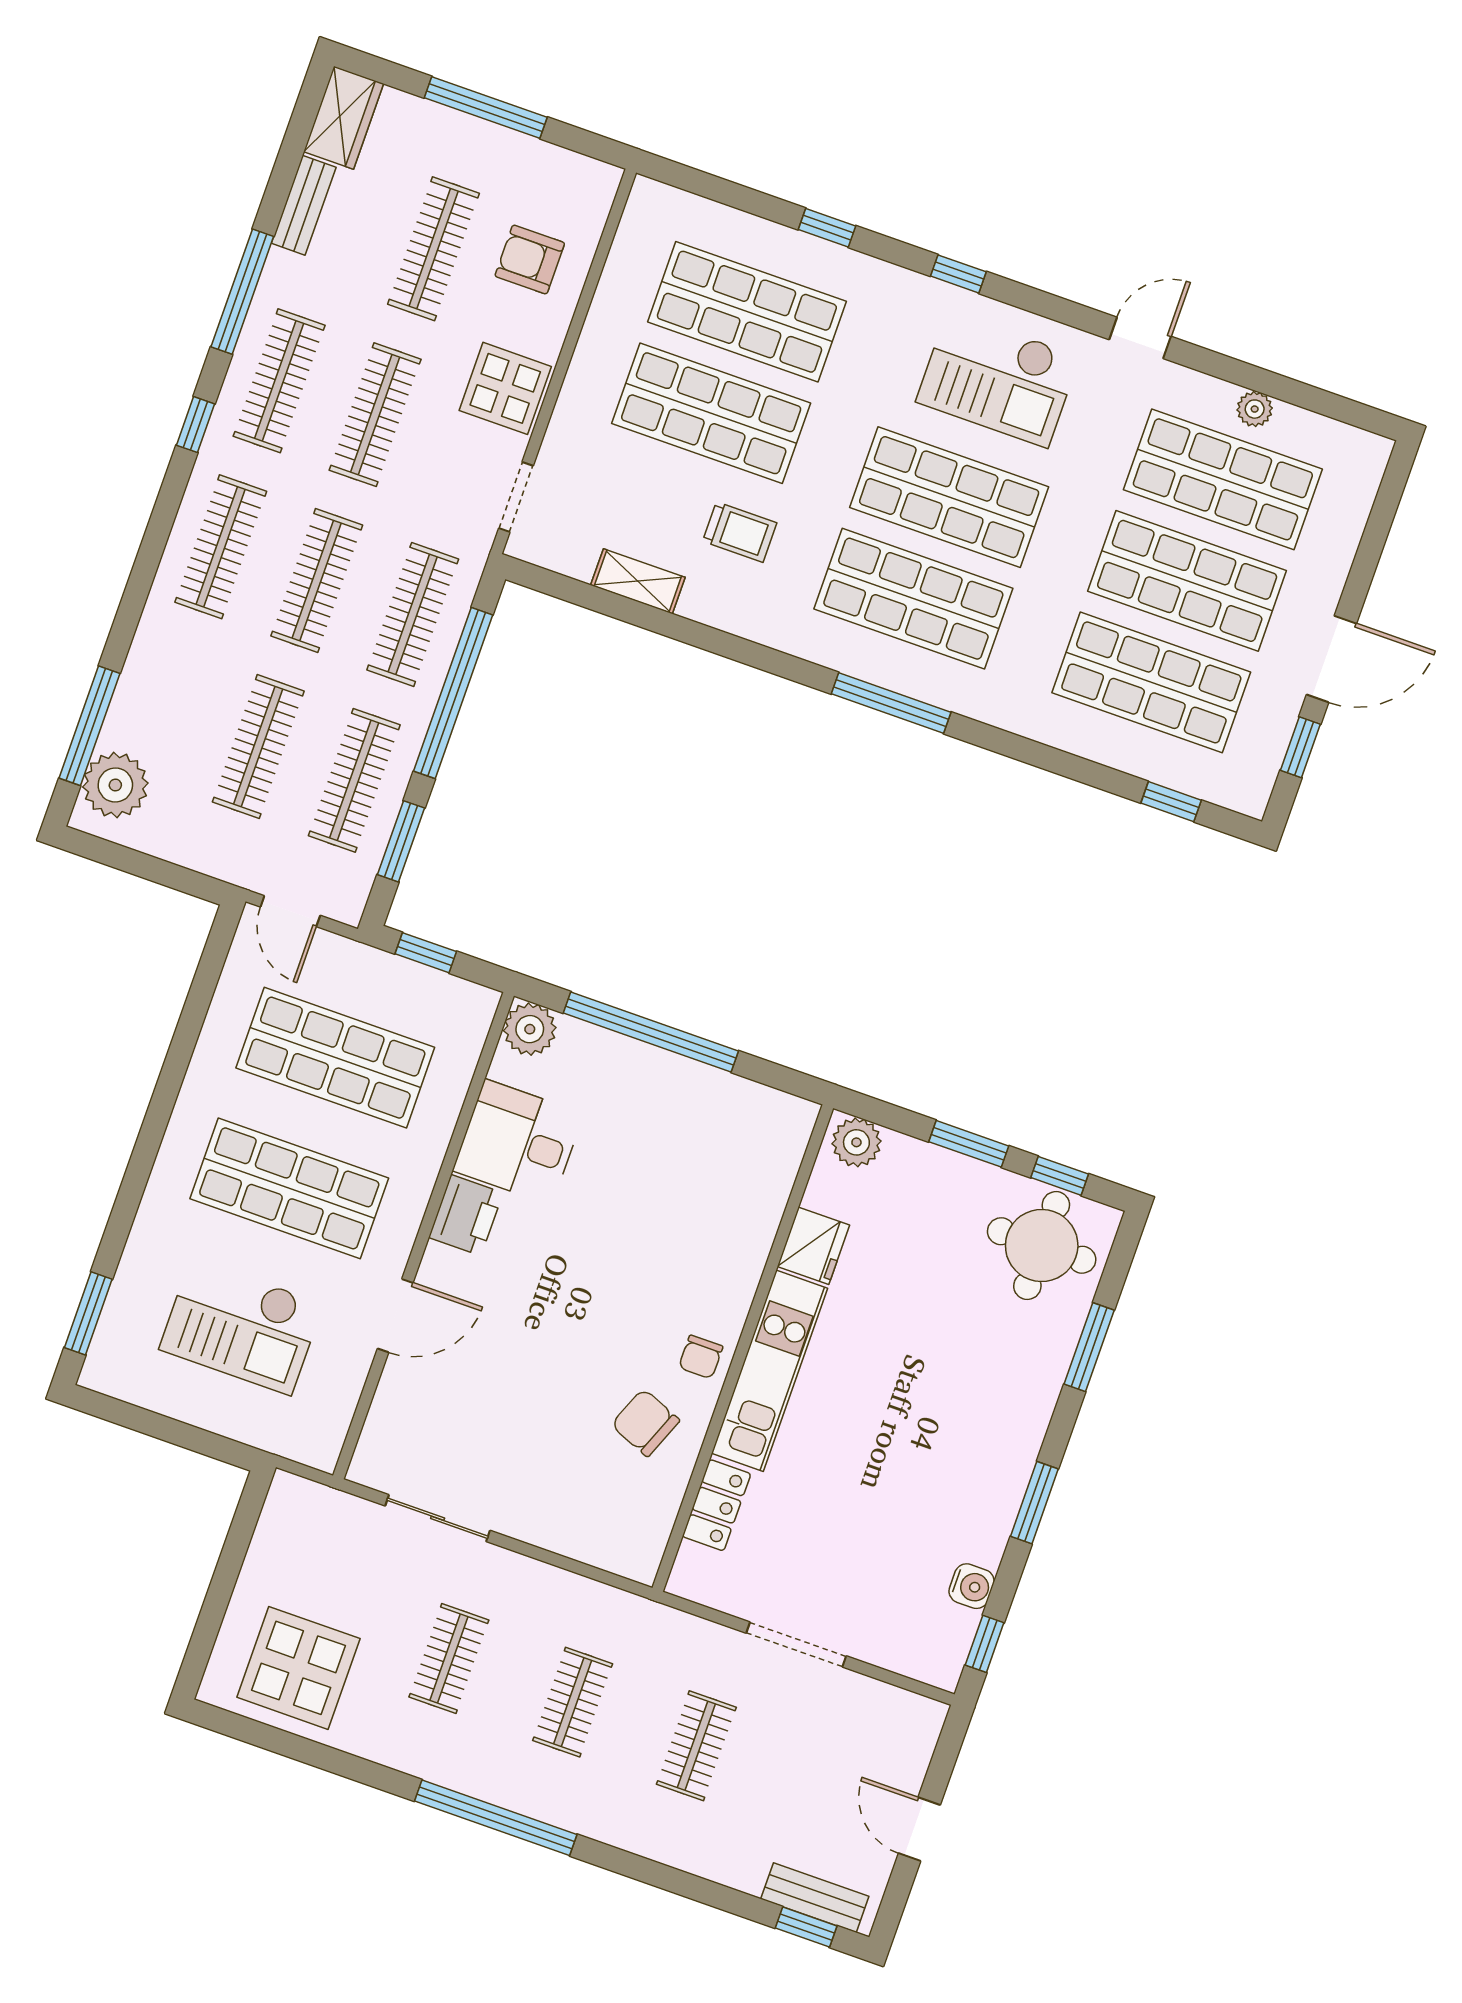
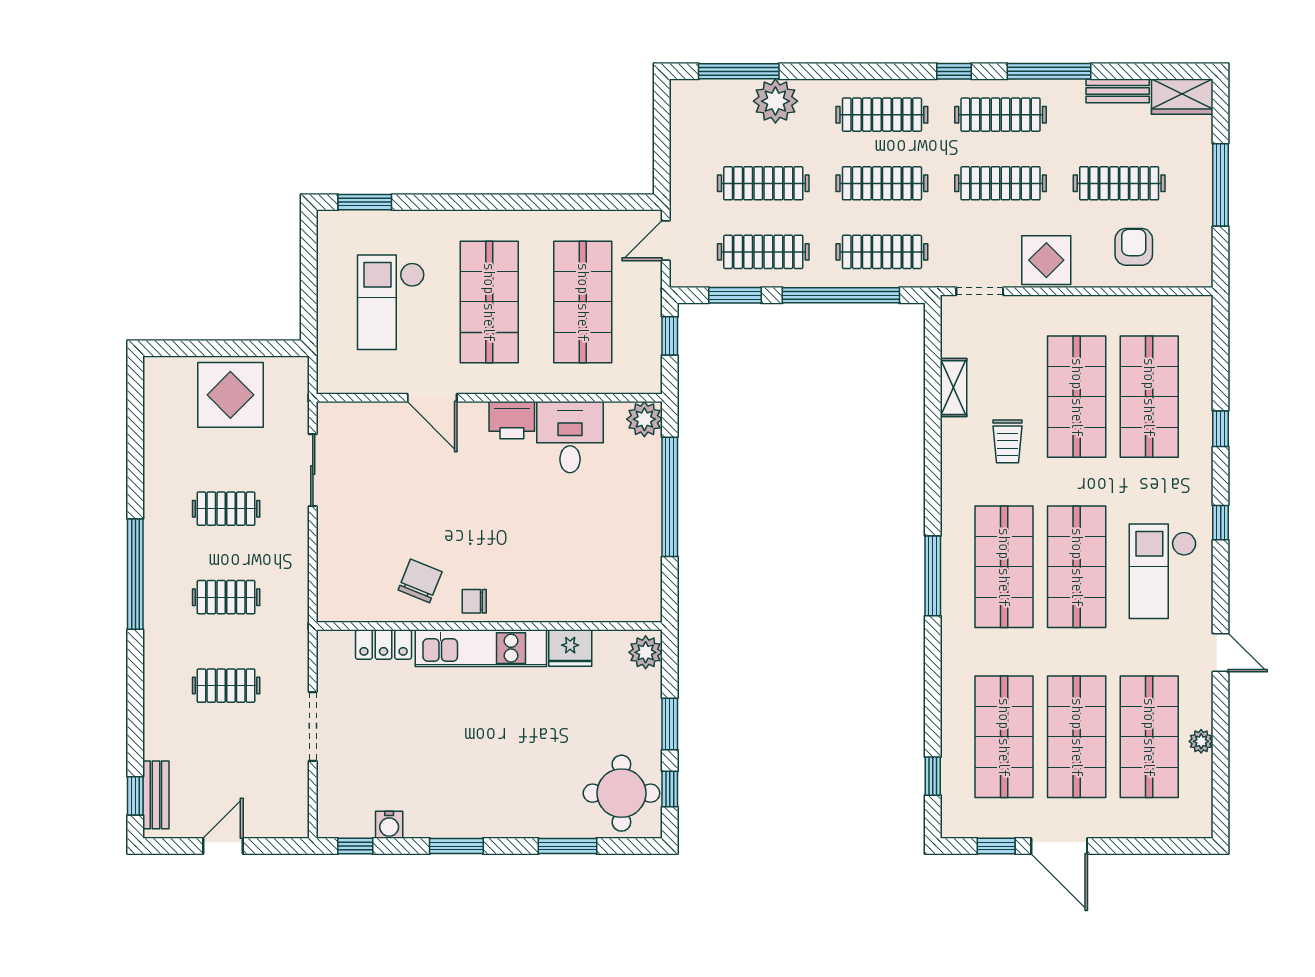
plant: (115, 785) -> (775, 101), moved
display table: (298, 1668) -> (230, 395), moved

